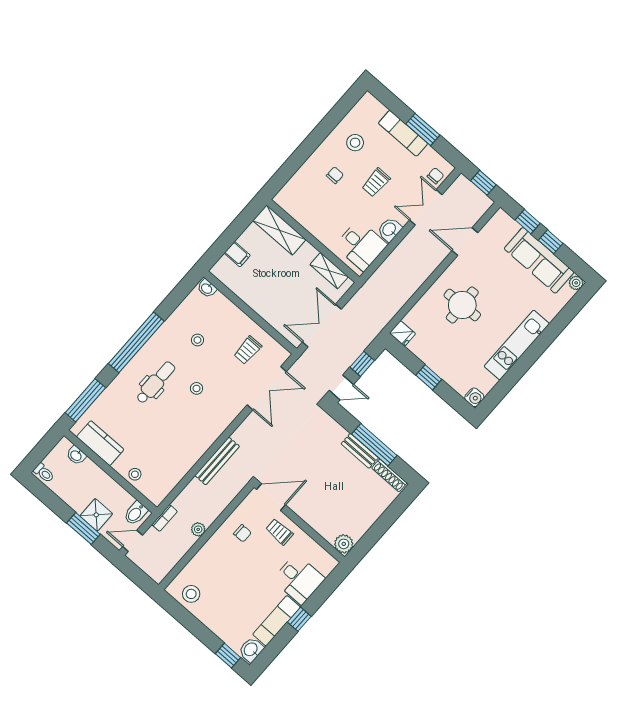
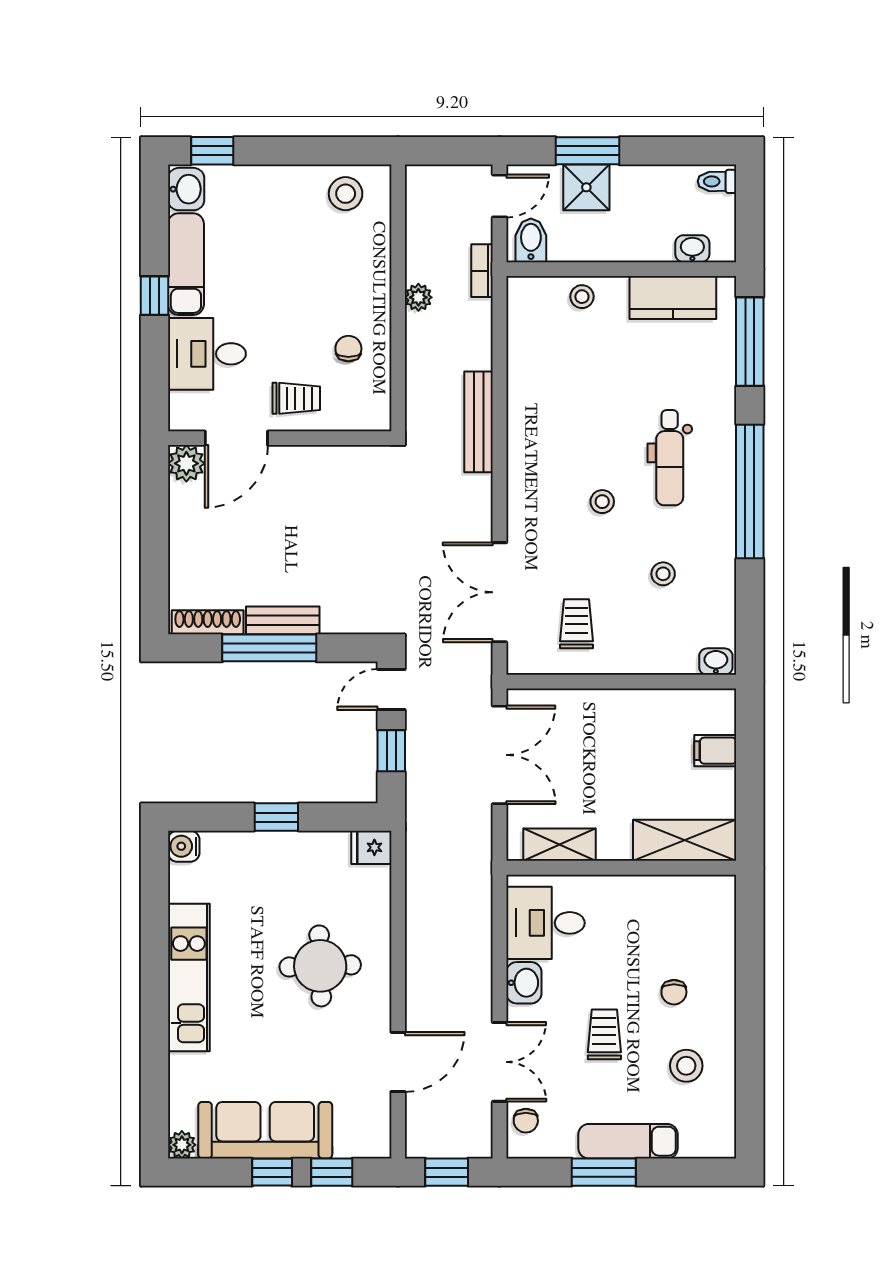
door: (271, 497) -> (236, 438), moved
chair: (242, 533) -> (348, 349), turned 90

